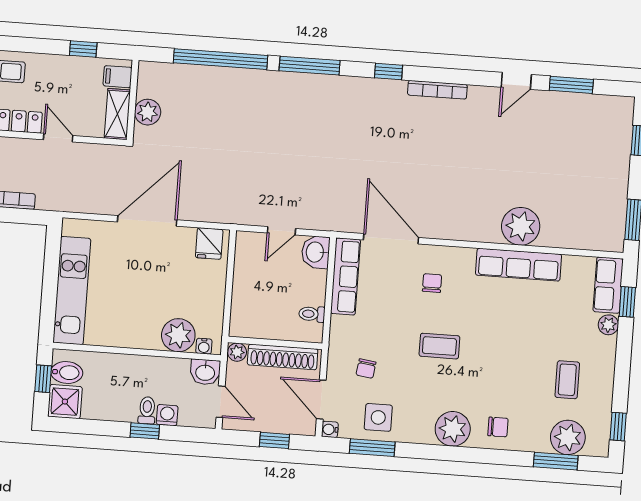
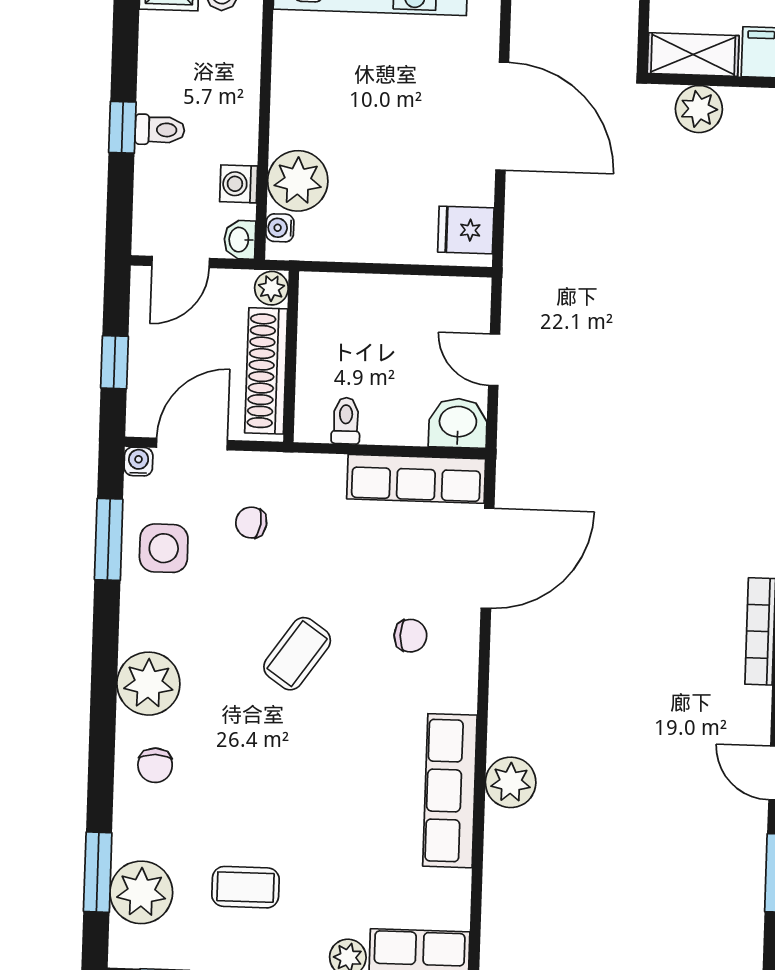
plant: (521, 226) -> (511, 782), width x0.73, depth x0.73
coffee table: (439, 346) -> (297, 654), turned 35
washbasin: (205, 372) -> (240, 240), width x0.72, depth x0.69
washing machine: (167, 415) -> (239, 184), moved, turned 180

